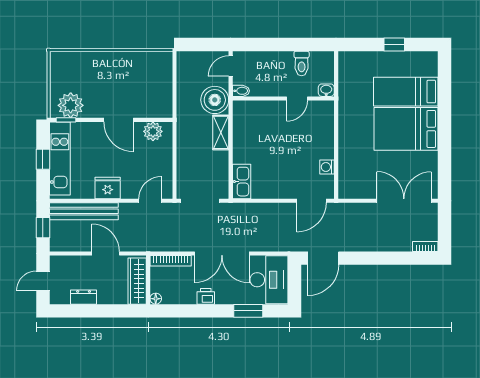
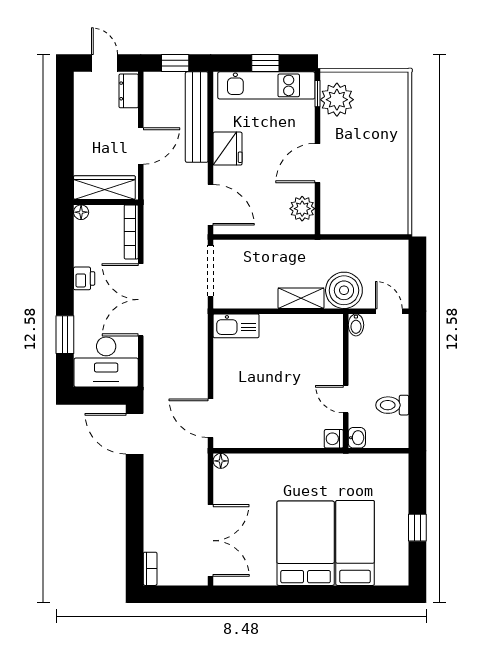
washing machine: (327, 167) -> (334, 439), moved, turned -90
floor lamp: (344, 193) -> (221, 461), added
door: (150, 201) -> (211, 205), width x1.38
dresser: (84, 297) -> (129, 91), moved, turned 180

